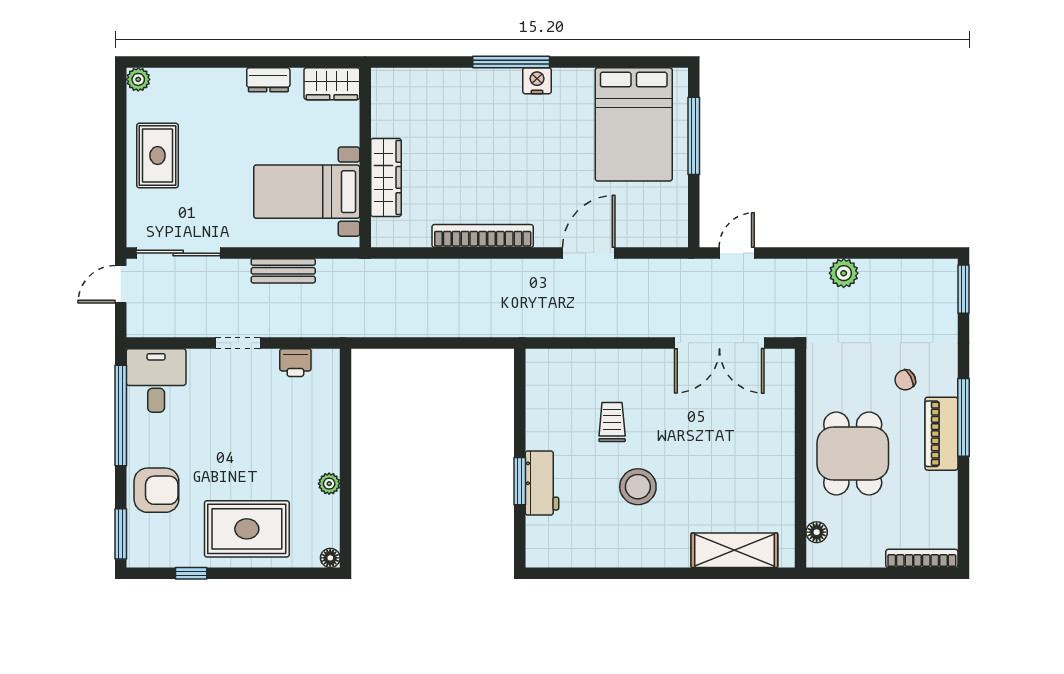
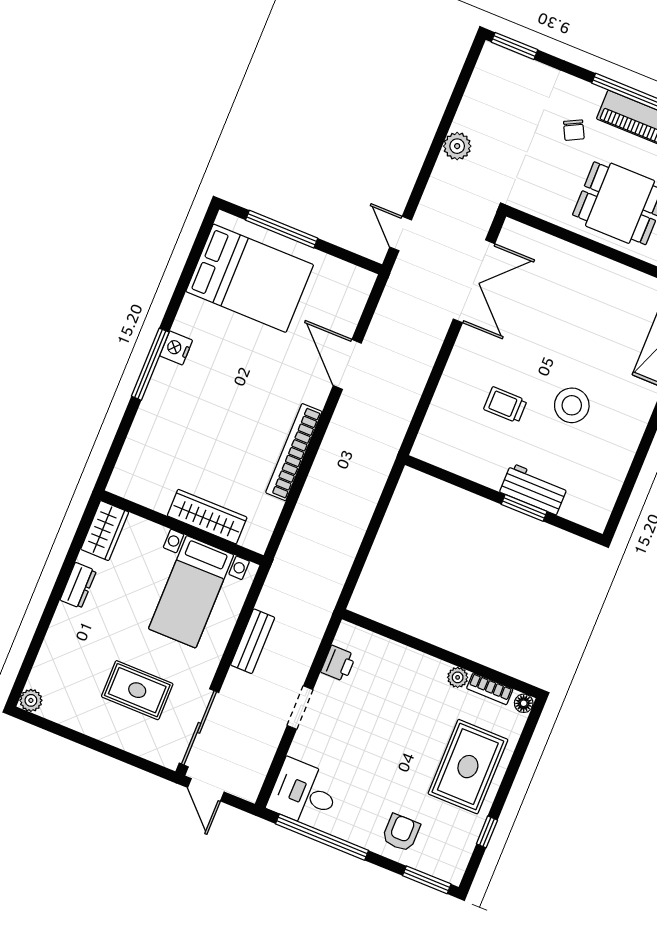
rug: (158, 155) -> (137, 690), moved
armchair: (156, 490) -> (401, 833), width x0.72, depth x0.72
bookcase: (331, 519) -> (490, 689), added

